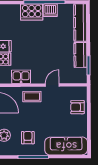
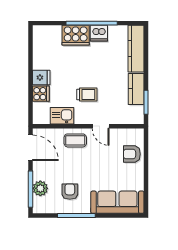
trolley: (41, 60) -> (87, 95), added
door: (52, 85) -> (101, 126), swing flipped

